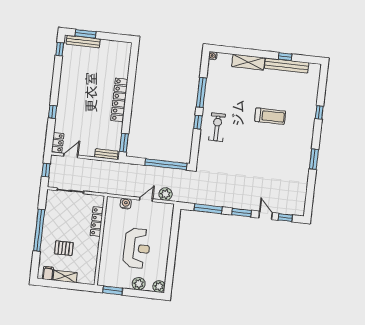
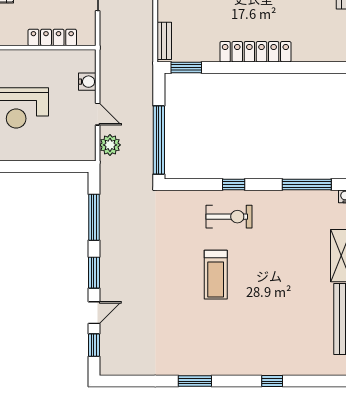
window: (201, 92) -> (307, 185), moved
treadmill: (270, 116) -> (216, 275), moved

